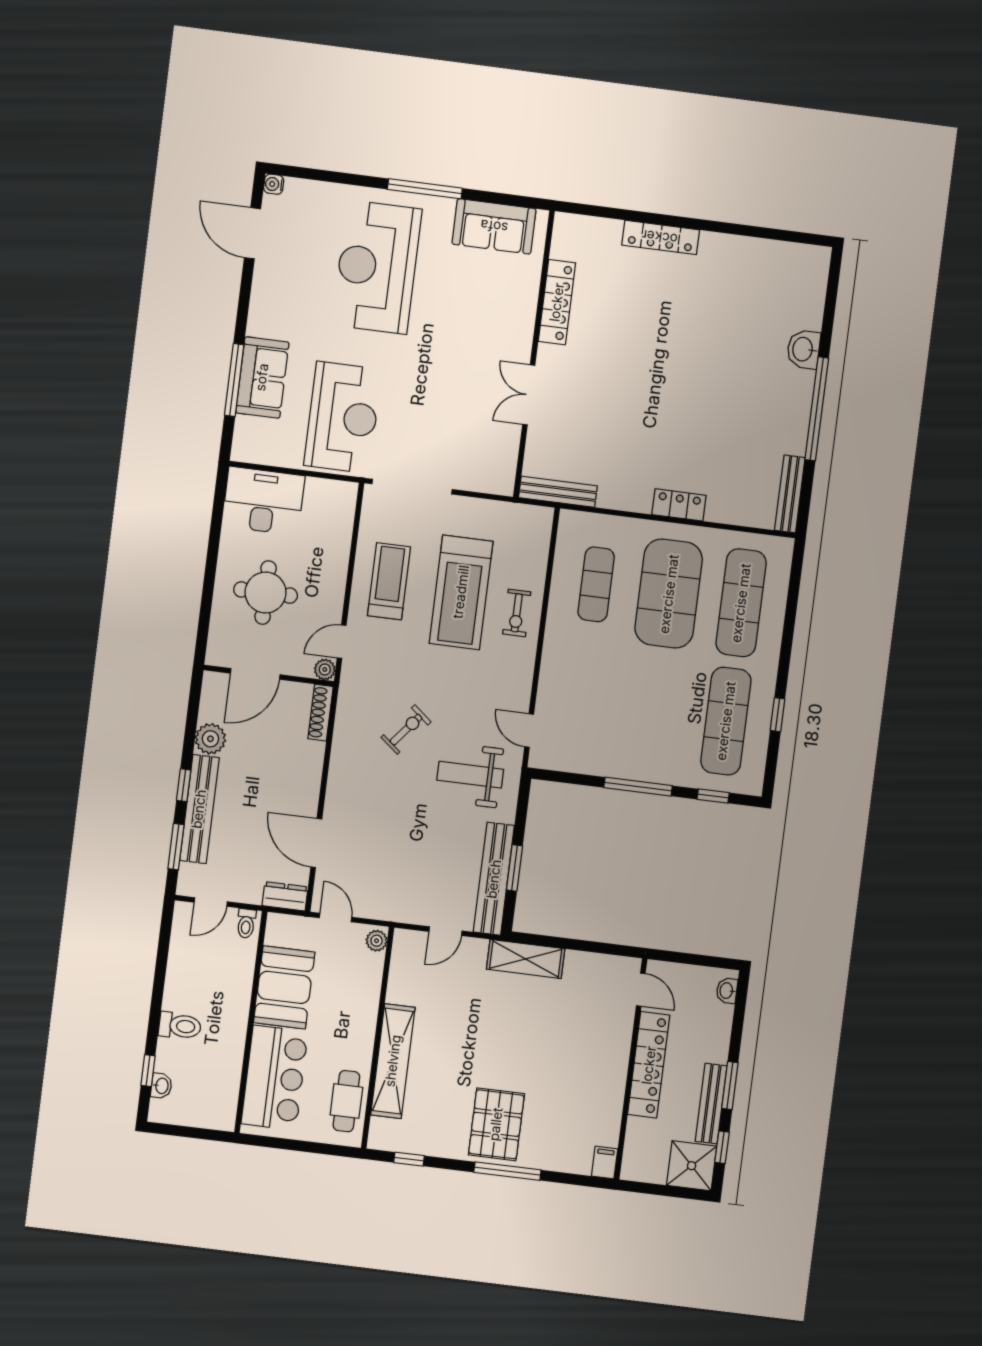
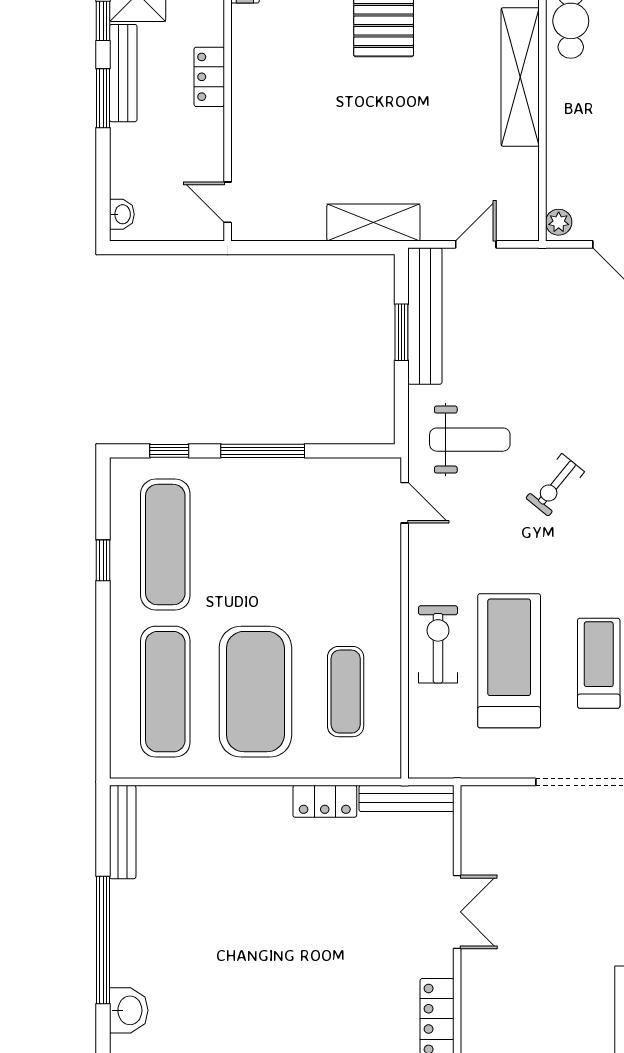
locker: (679, 505) -> (325, 801), moved
treadmill: (389, 581) -> (599, 663), turned 180
exercise bike: (517, 613) -> (438, 644), width x1.38, depth x1.39
locker: (649, 1065) -> (209, 77), width x0.46, depth x0.83

